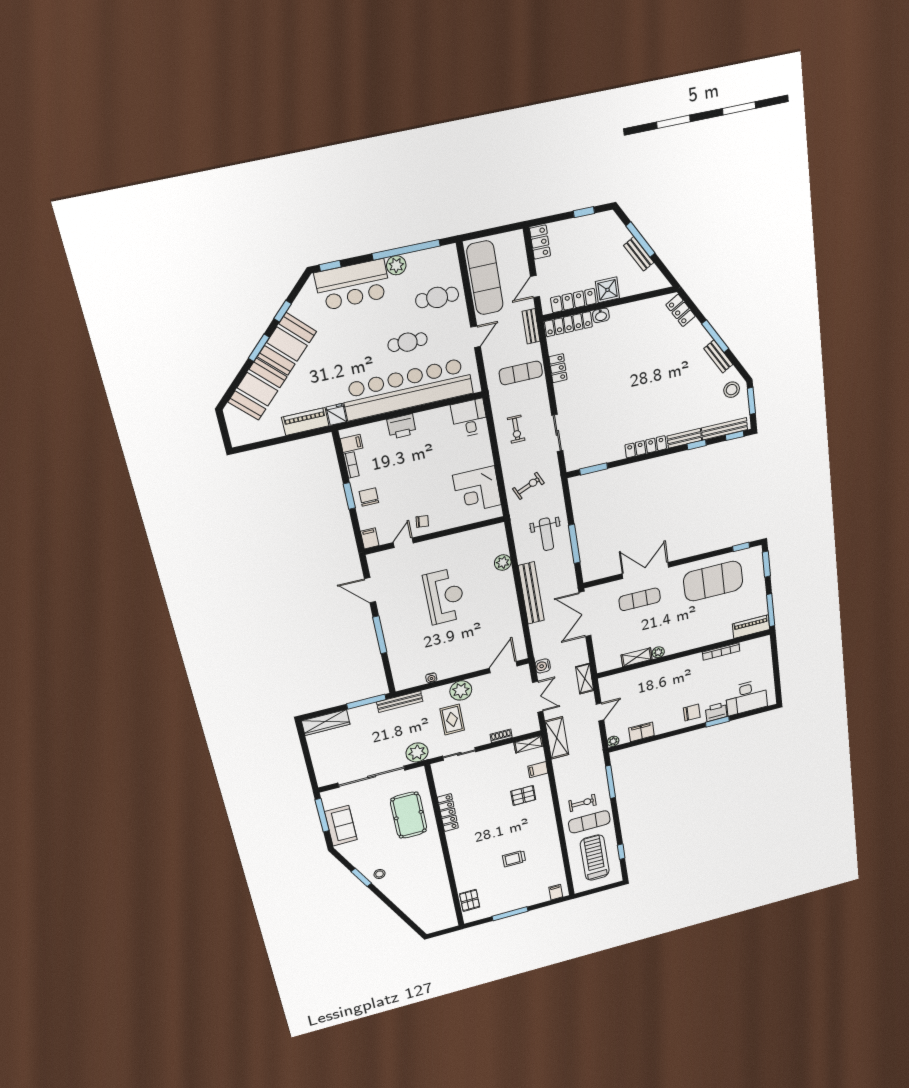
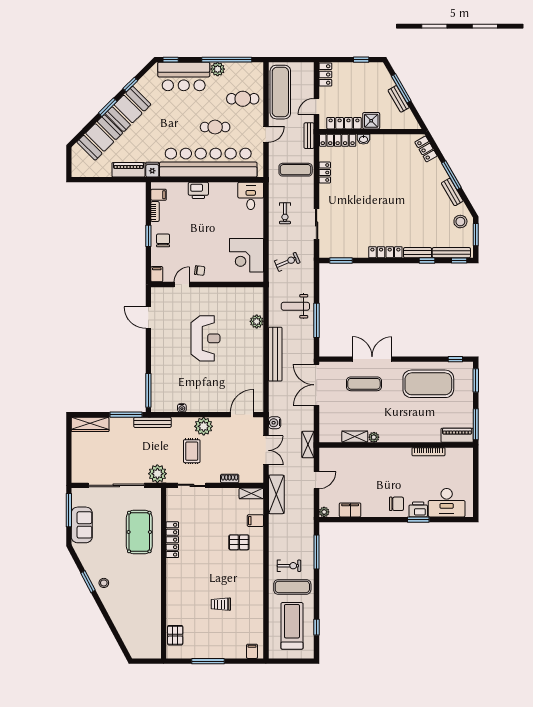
weight bench: (546, 534) -> (295, 306), turned 90
window: (380, 635) -> (148, 390), moved

